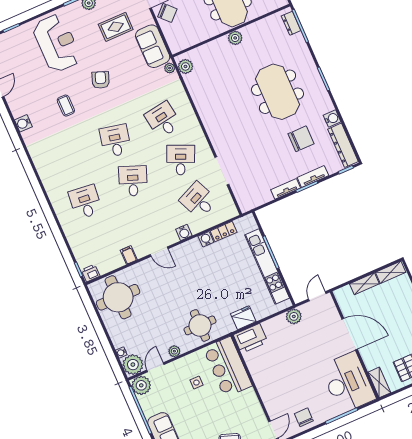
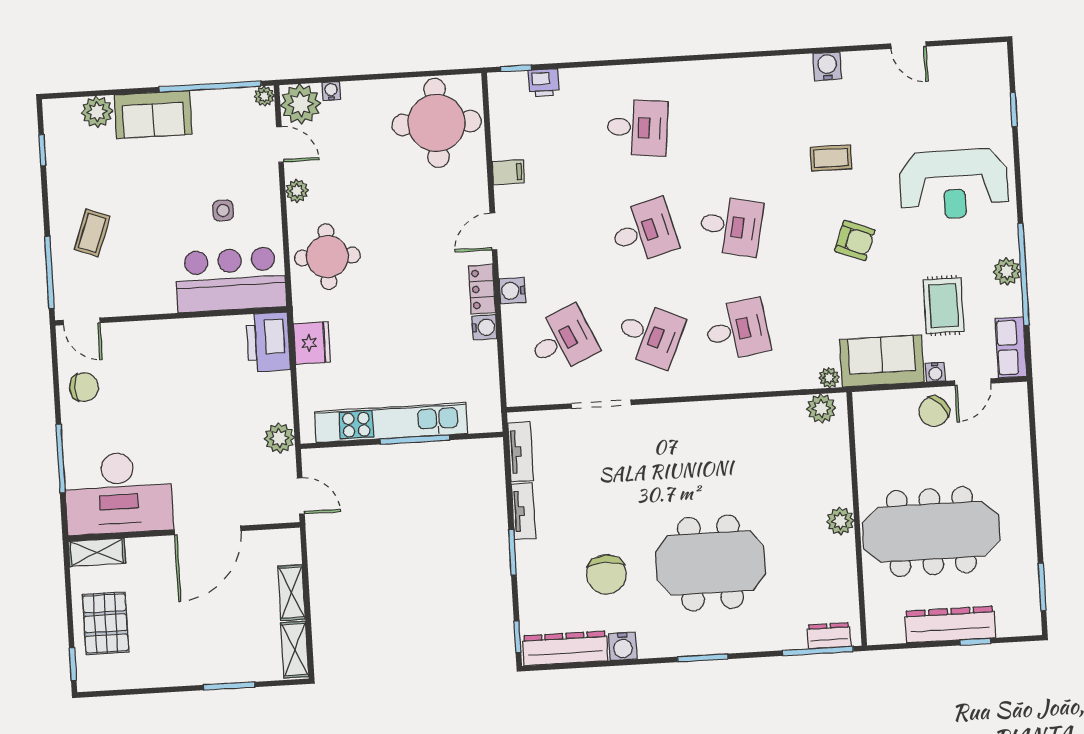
water cooler: (149, 19) -> (935, 372), added
tv unit: (313, 176) -> (520, 452), moved
desk: (133, 181) -> (644, 231), turned -36
locker: (224, 232) -> (482, 289), moved
printer: (91, 273) -> (544, 83), moved, turned 90
plant: (141, 385) -> (264, 96), width x0.53, depth x0.53

